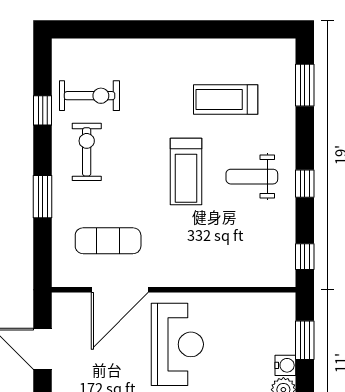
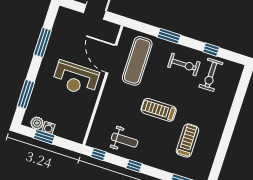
weight bench: (252, 177) -> (125, 140), moved, turned 90
exercise mat: (108, 241) -> (137, 61), width x1.36, depth x1.45
window: (305, 340) -> (44, 137), moved

